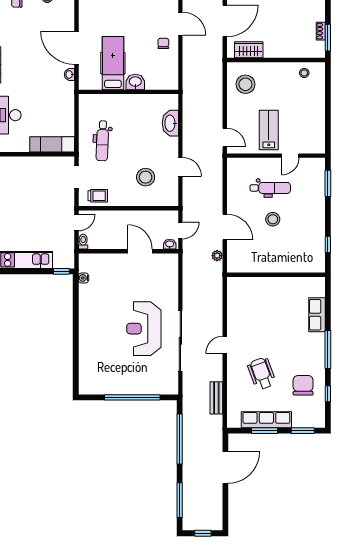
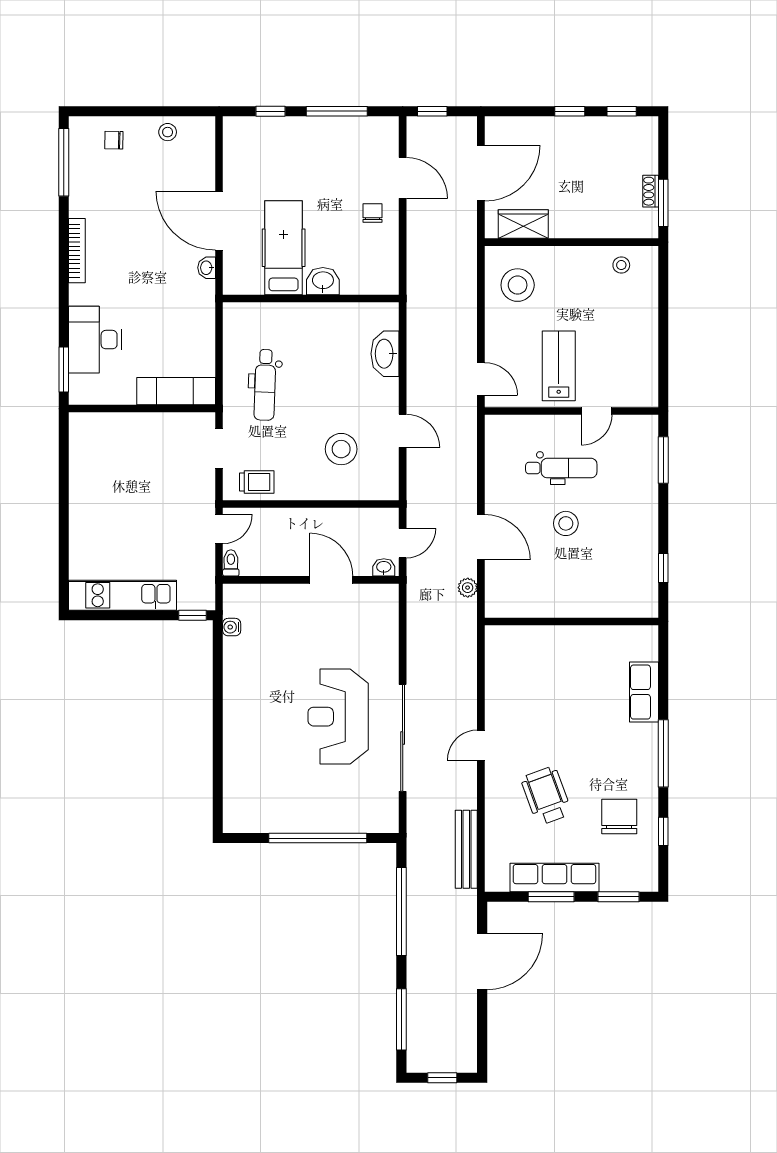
bench: (216, 398) -> (466, 849), width x1.36

